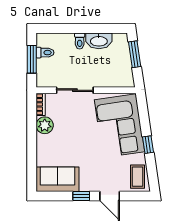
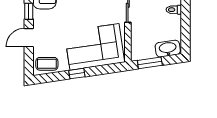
washbasin: (99, 41) -> (168, 49), moved, turned 82
window: (135, 54) -> (150, 63), moved

